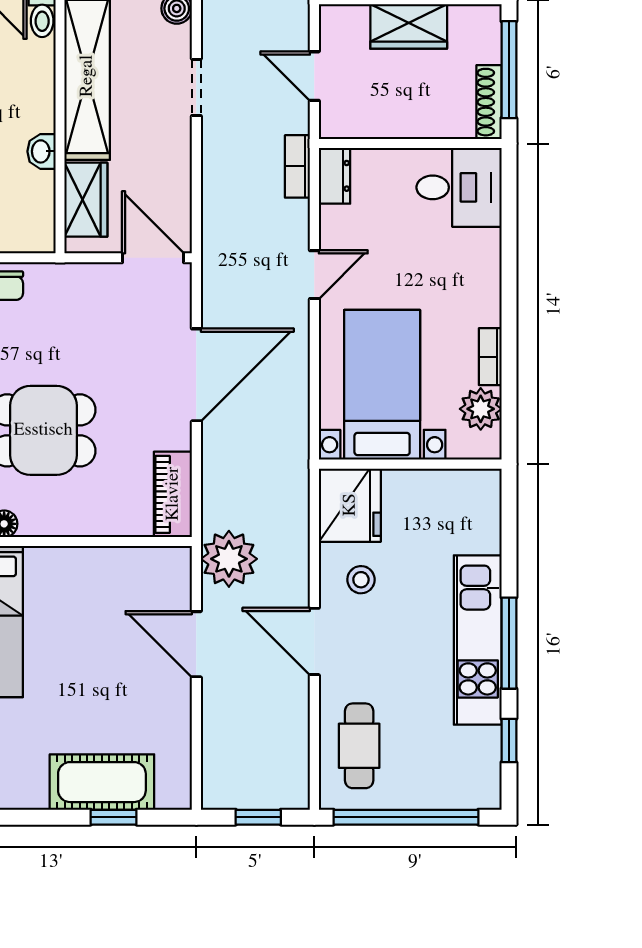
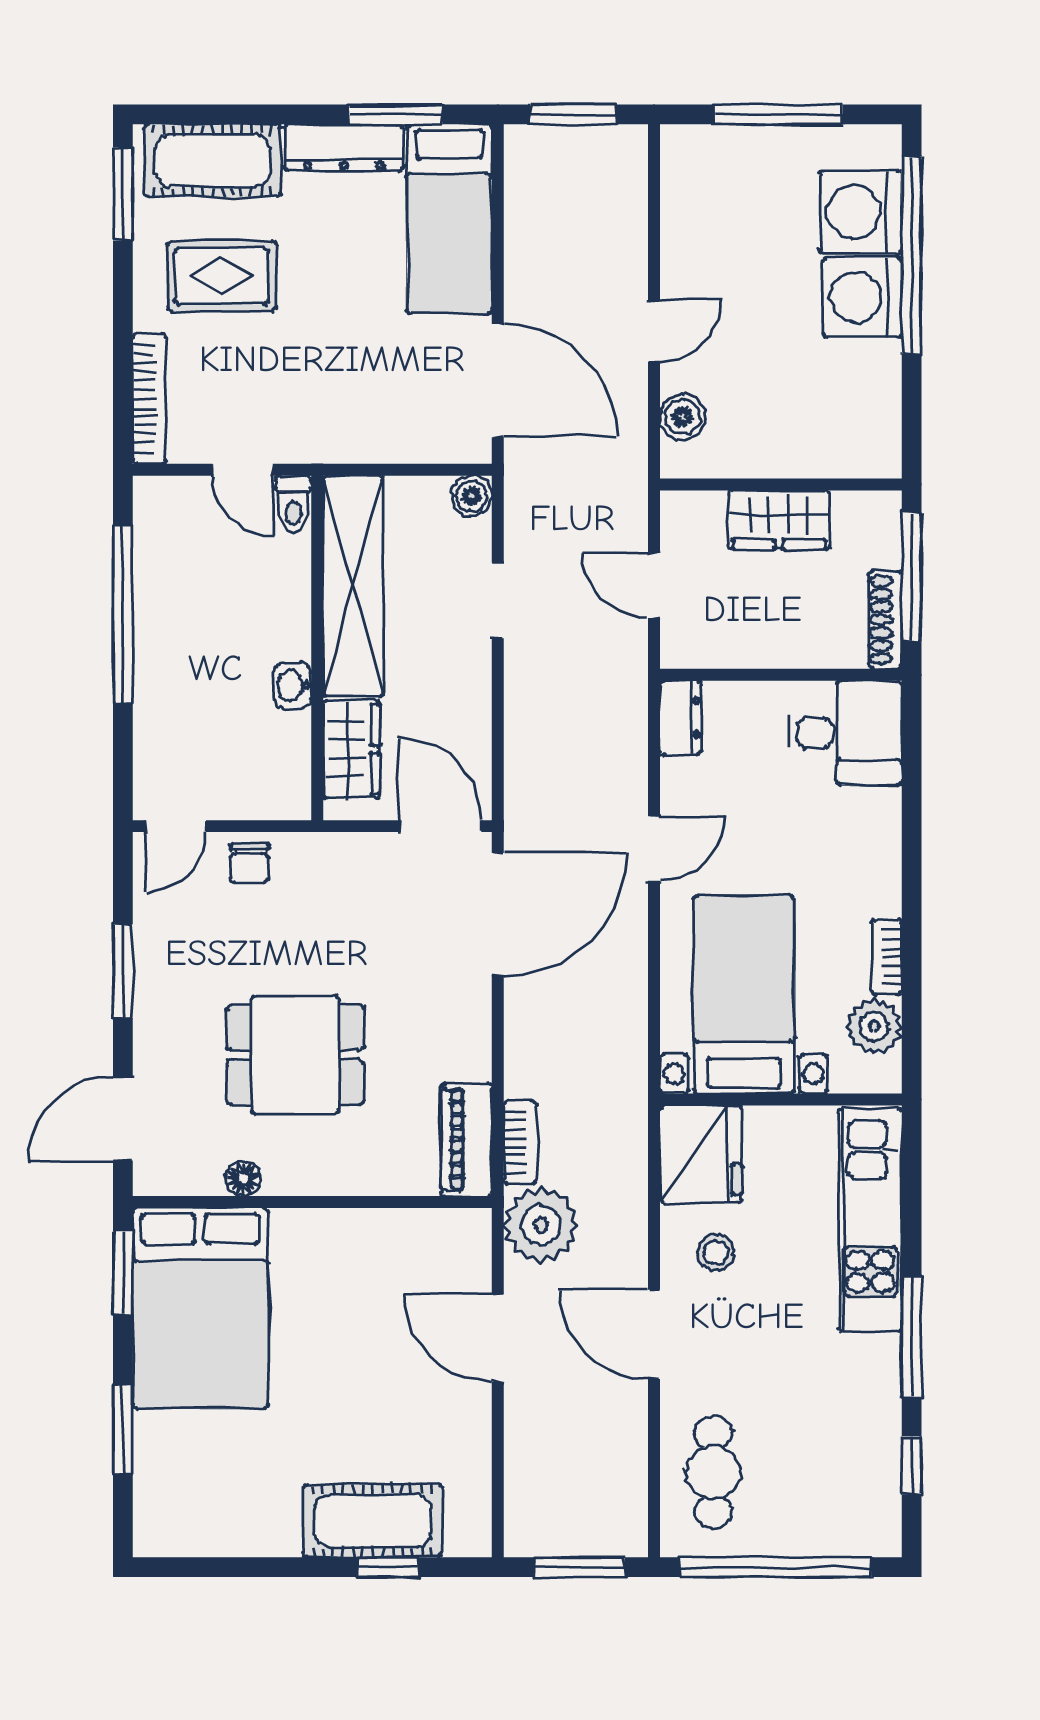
bookcase: (297, 166) -> (520, 1142), moved, turned 180
door: (196, 375) -> (498, 914), moved
kitchen unit: (478, 640) -> (870, 1220), moved
window: (258, 817) -> (580, 1567), width x1.50

